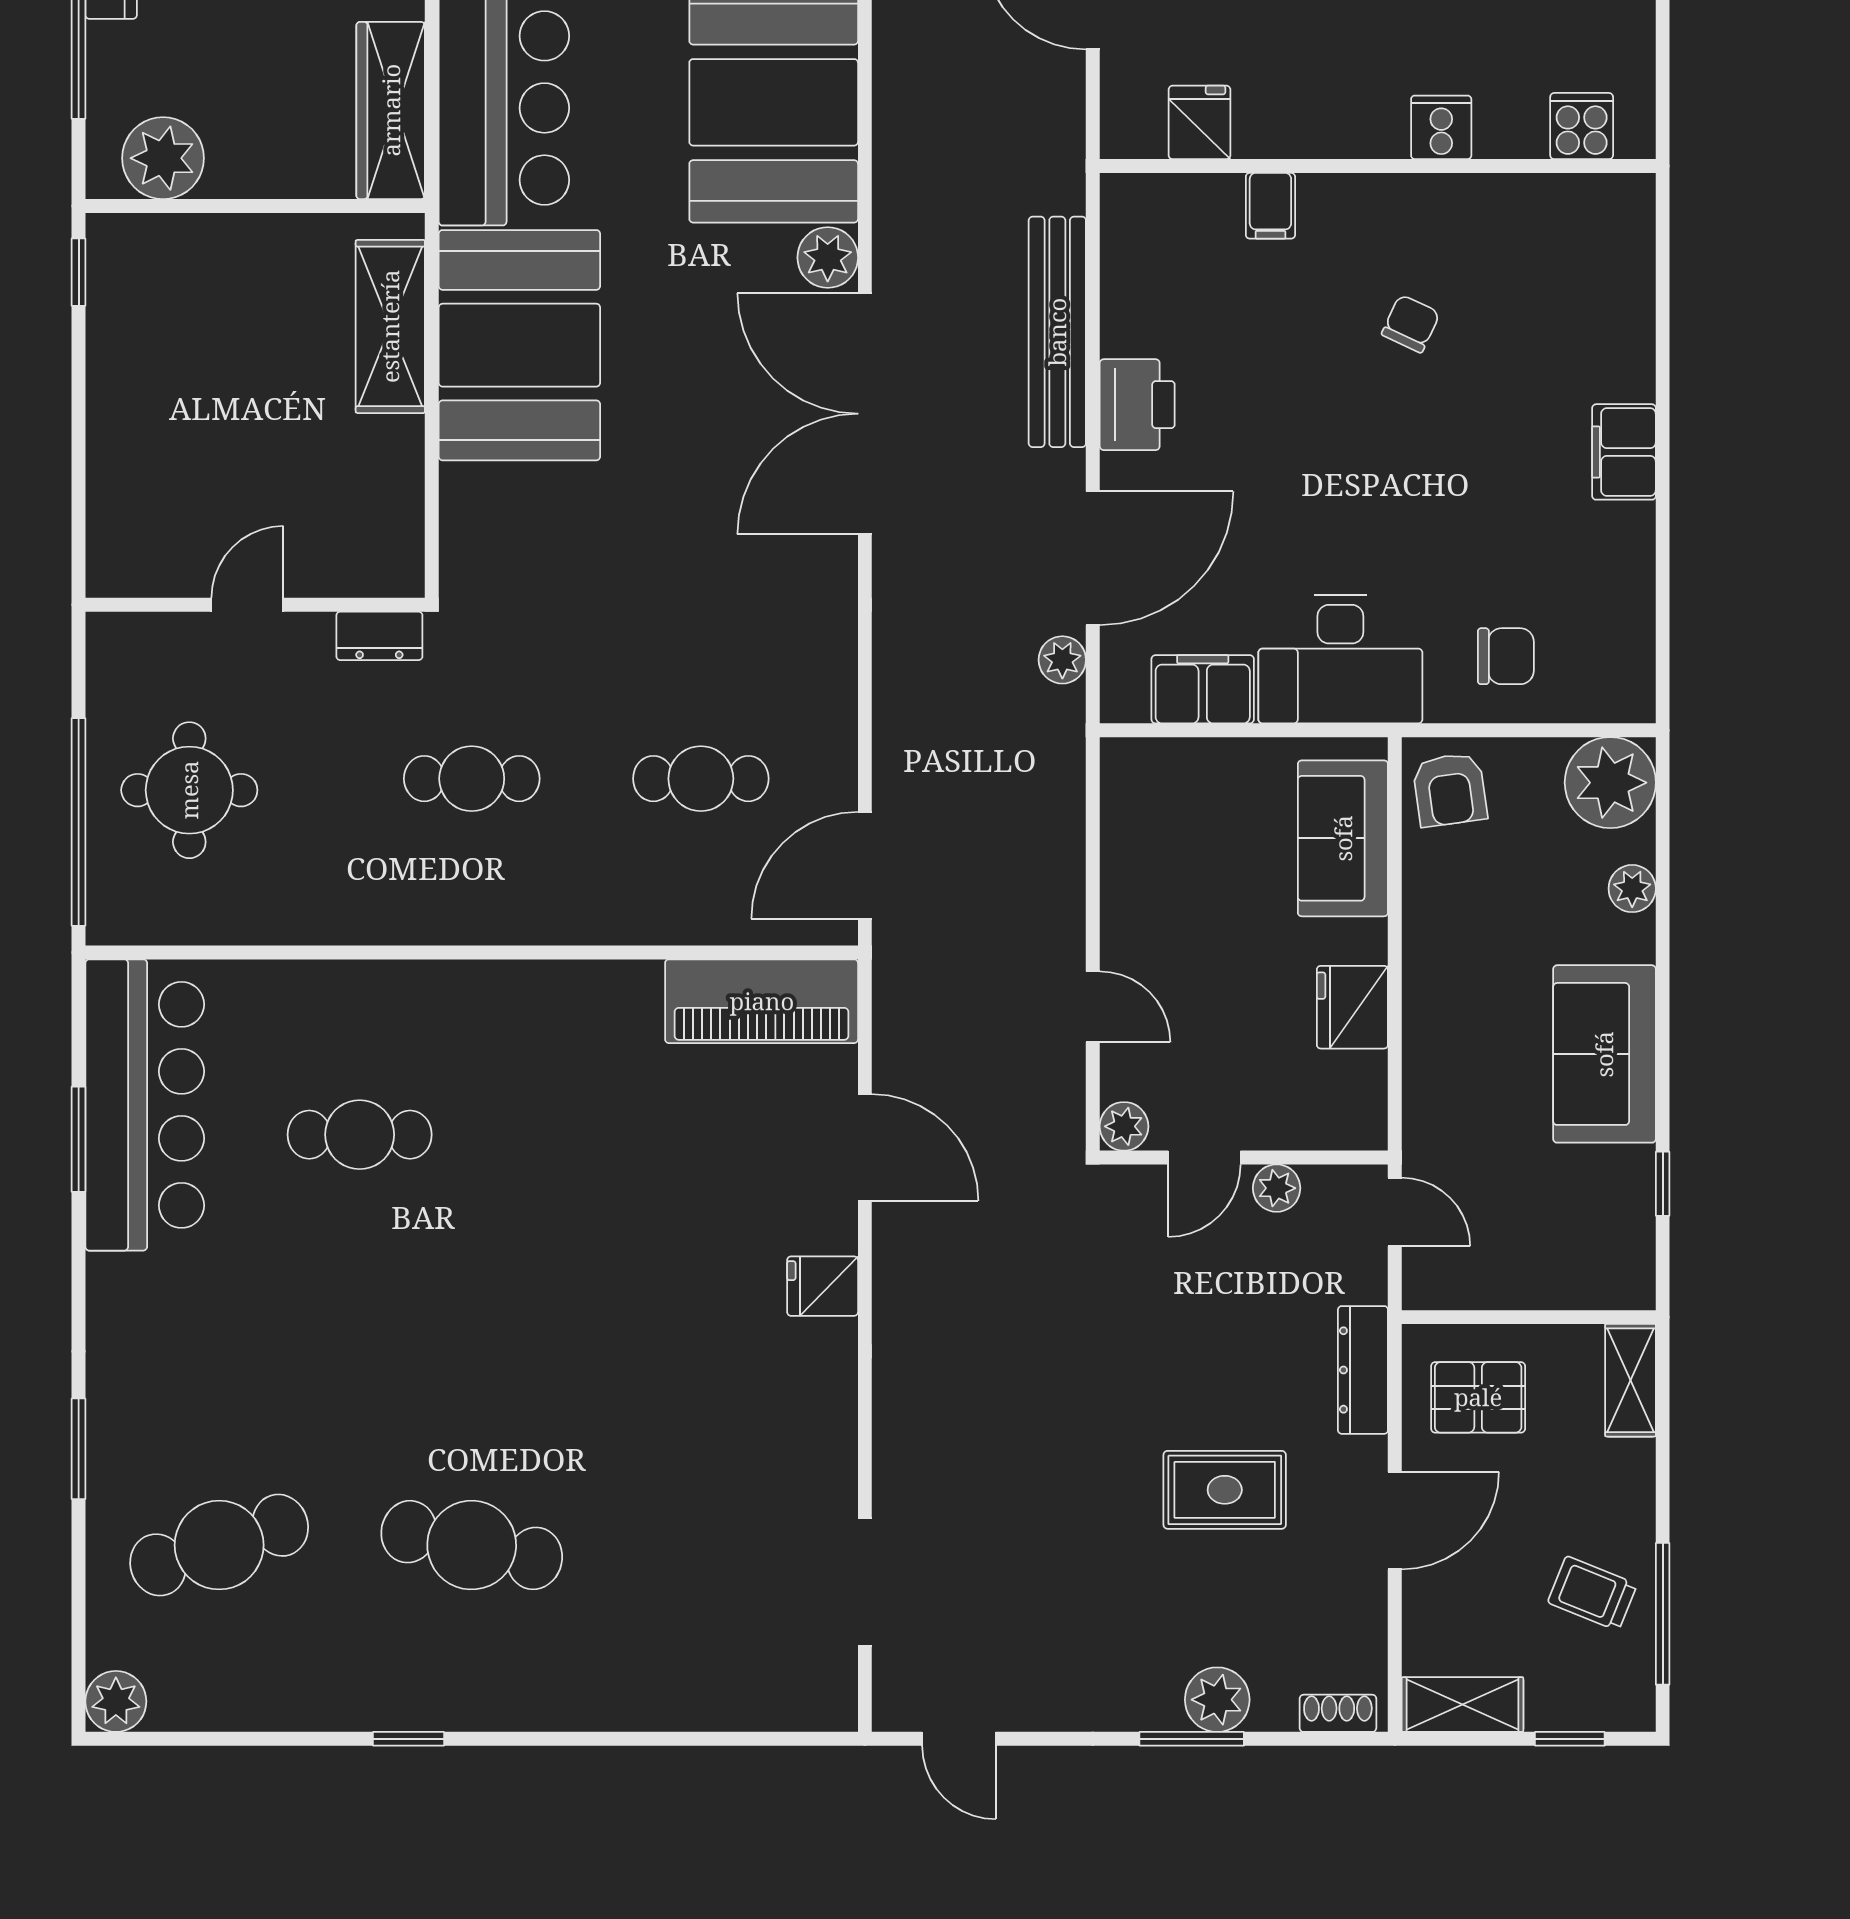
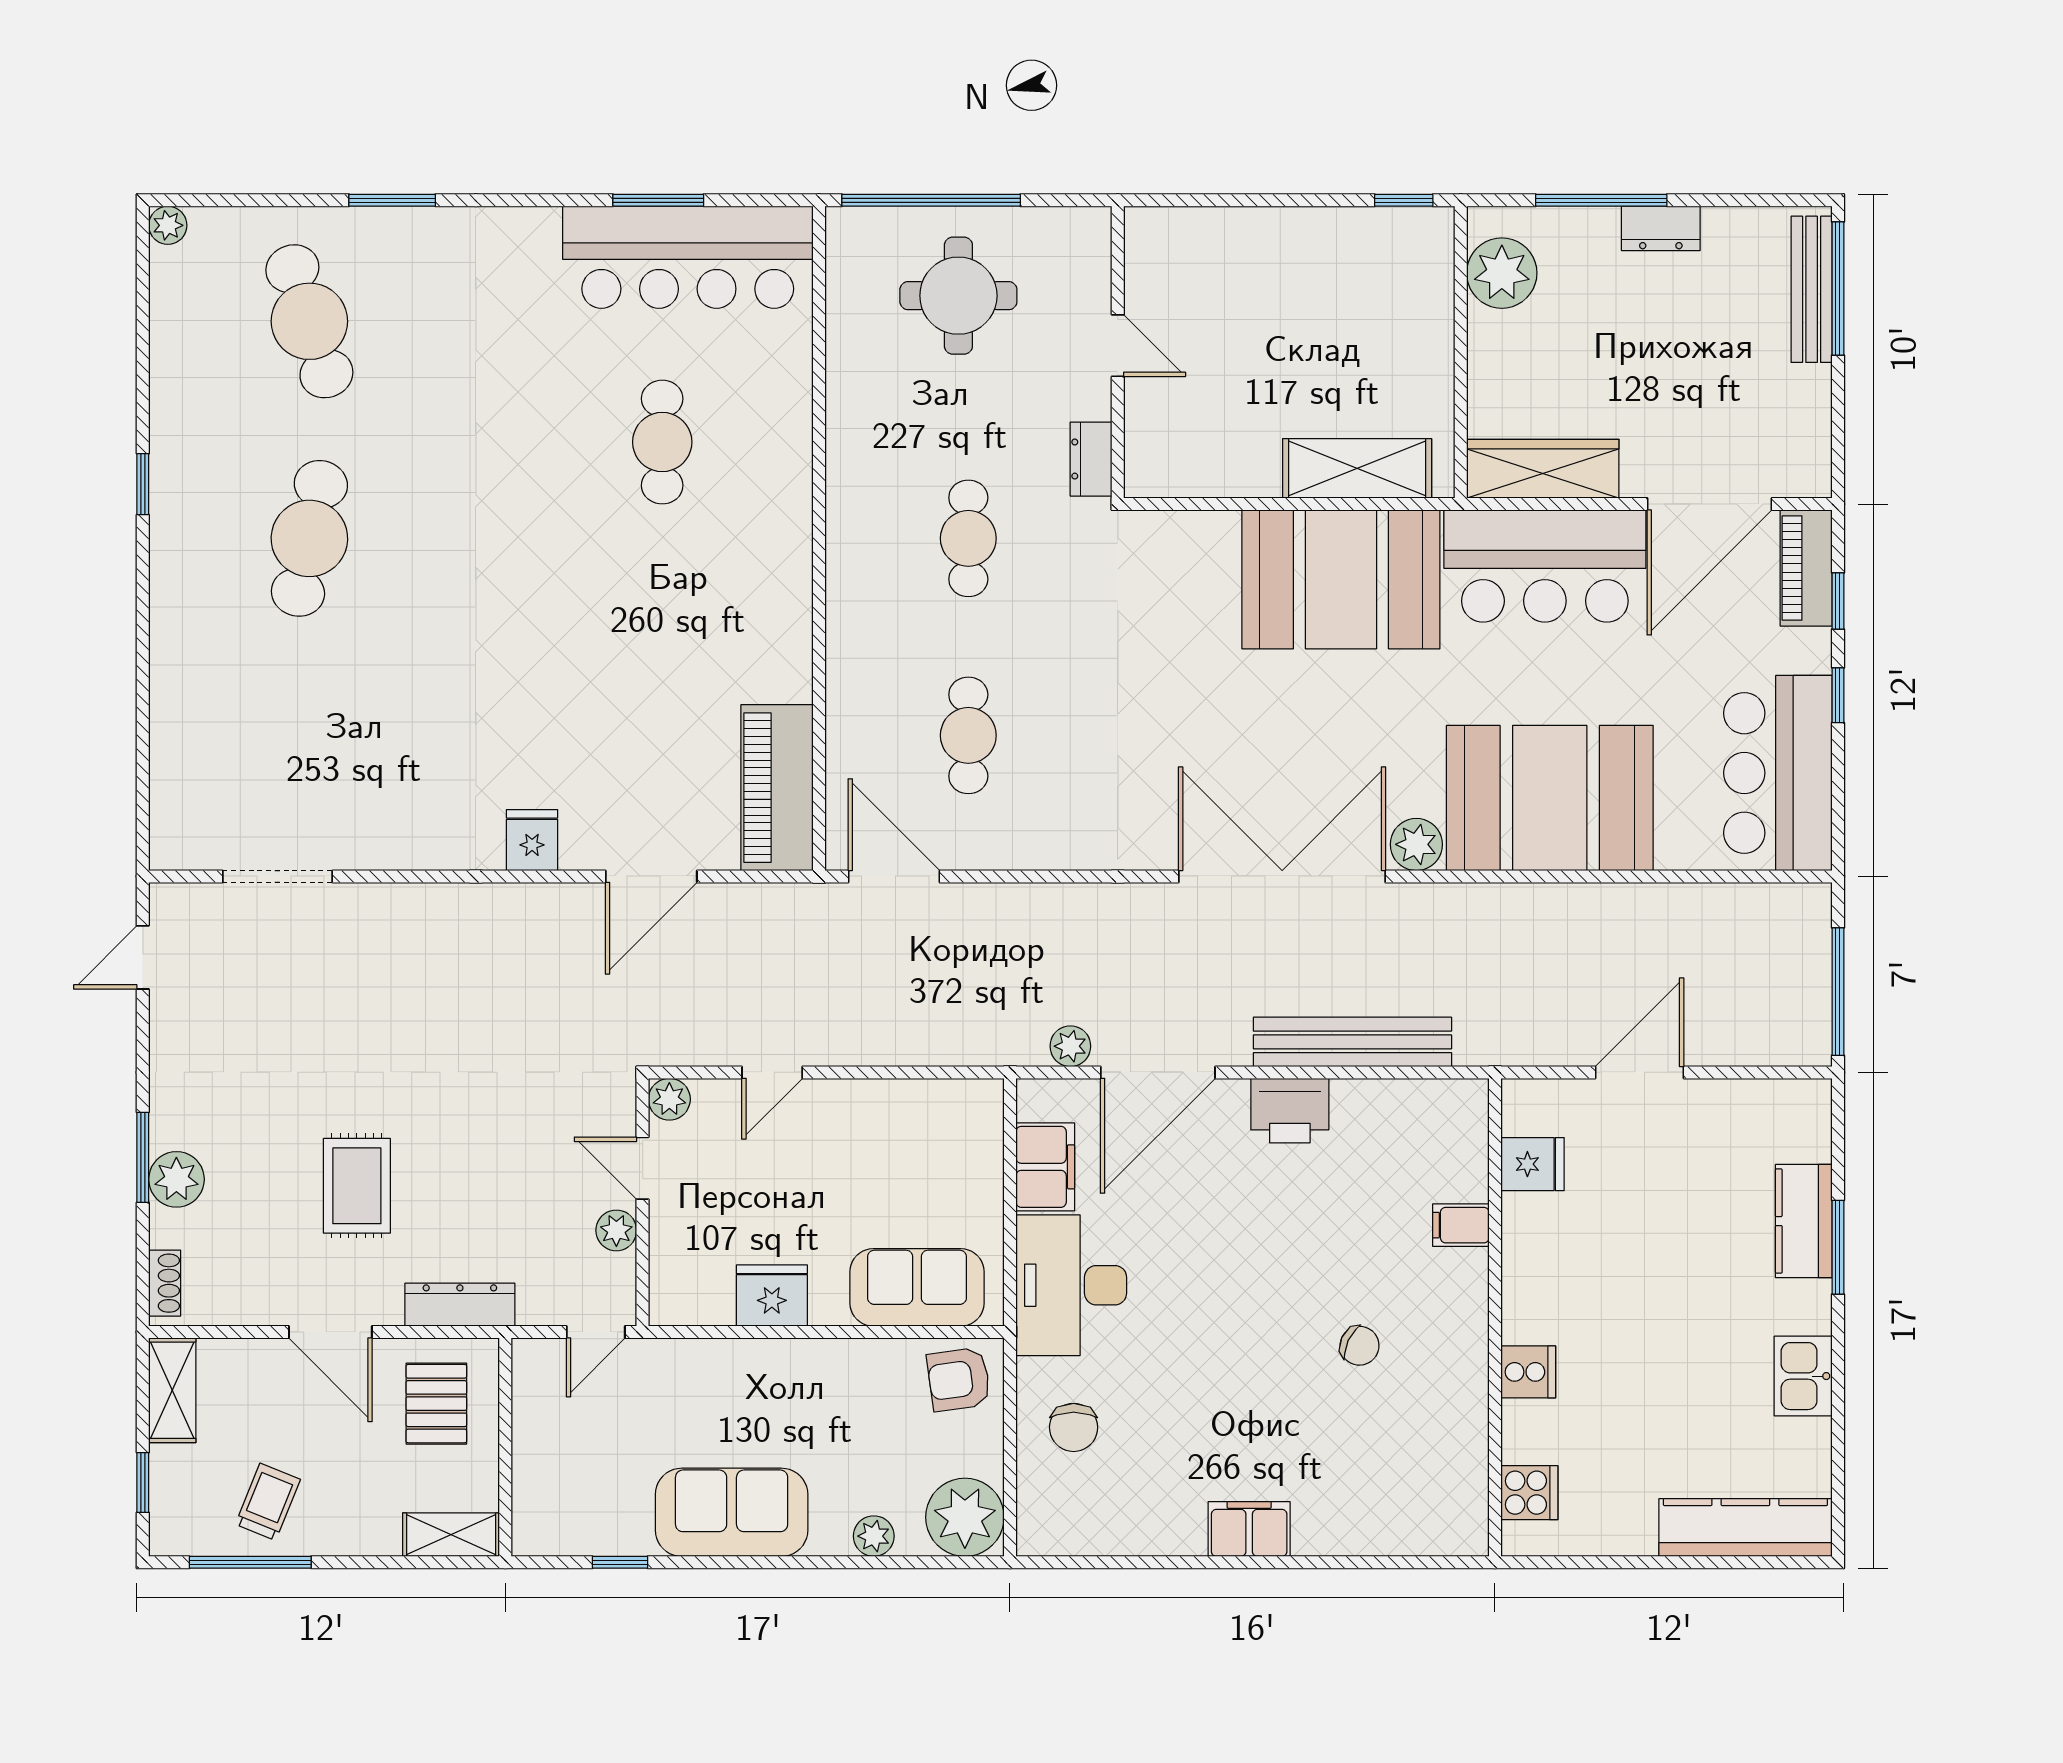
door: (1093, 558) -> (1158, 1072), hinge flipped
plant: (116, 1701) -> (168, 225), width x0.73, depth x0.73

